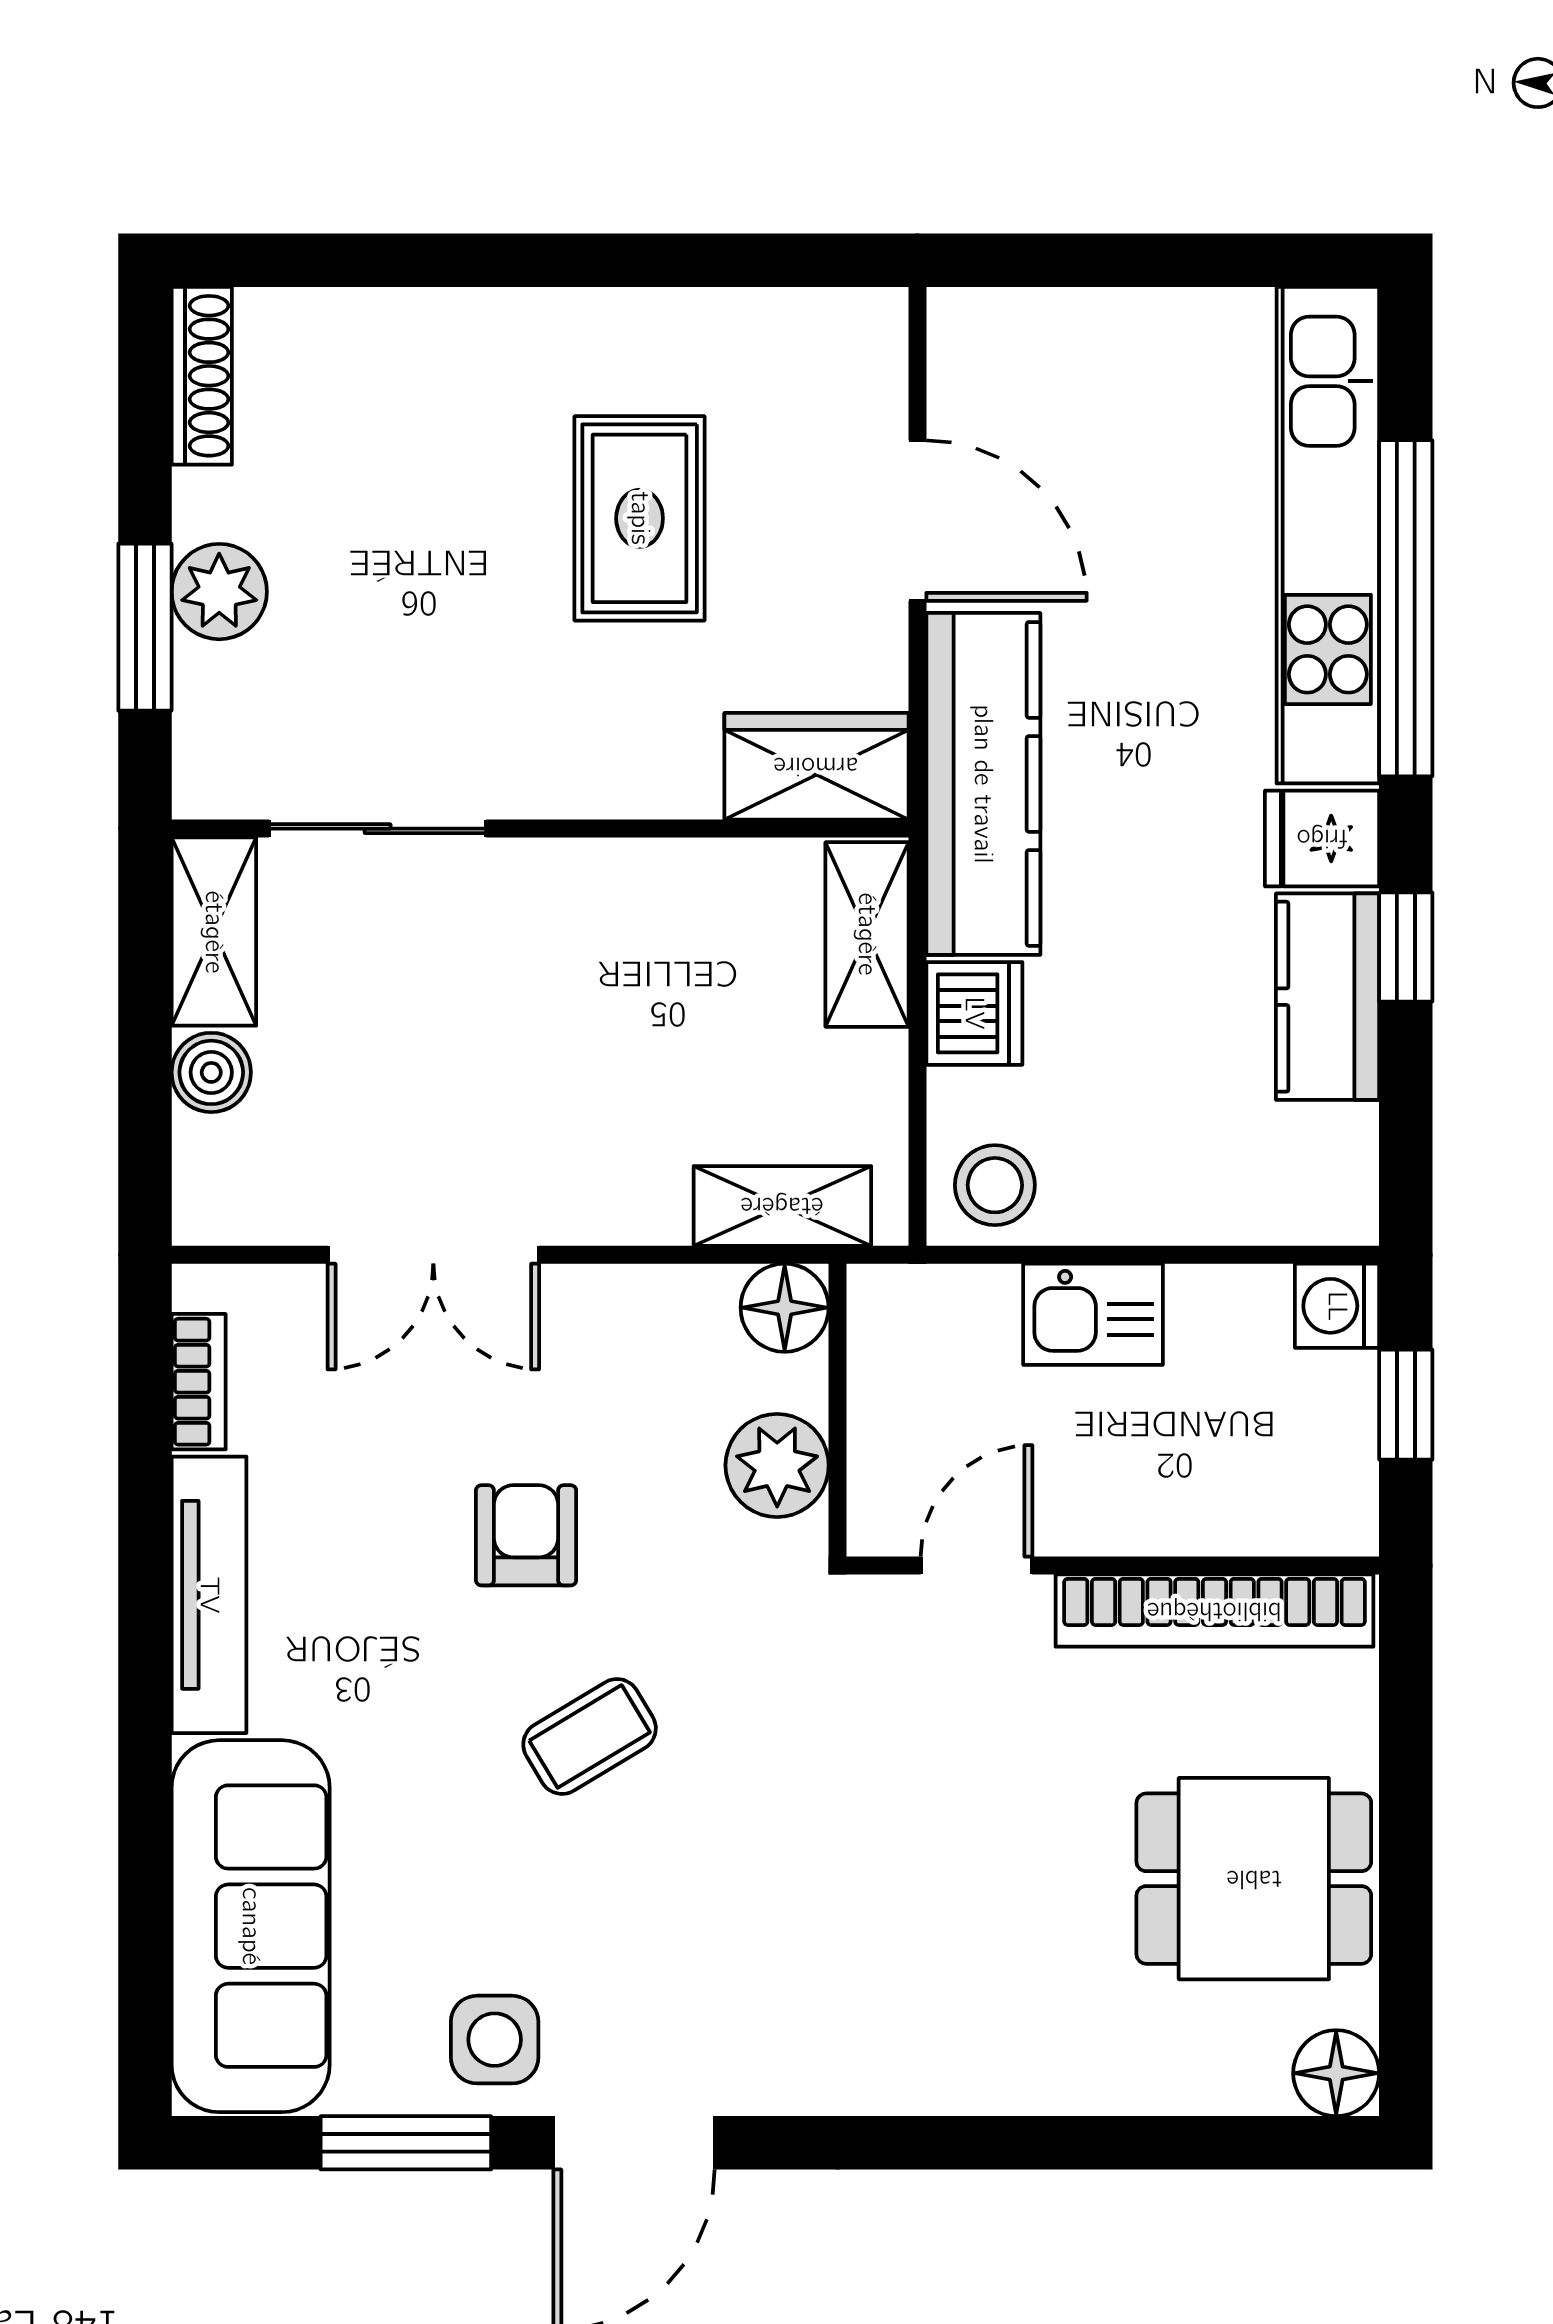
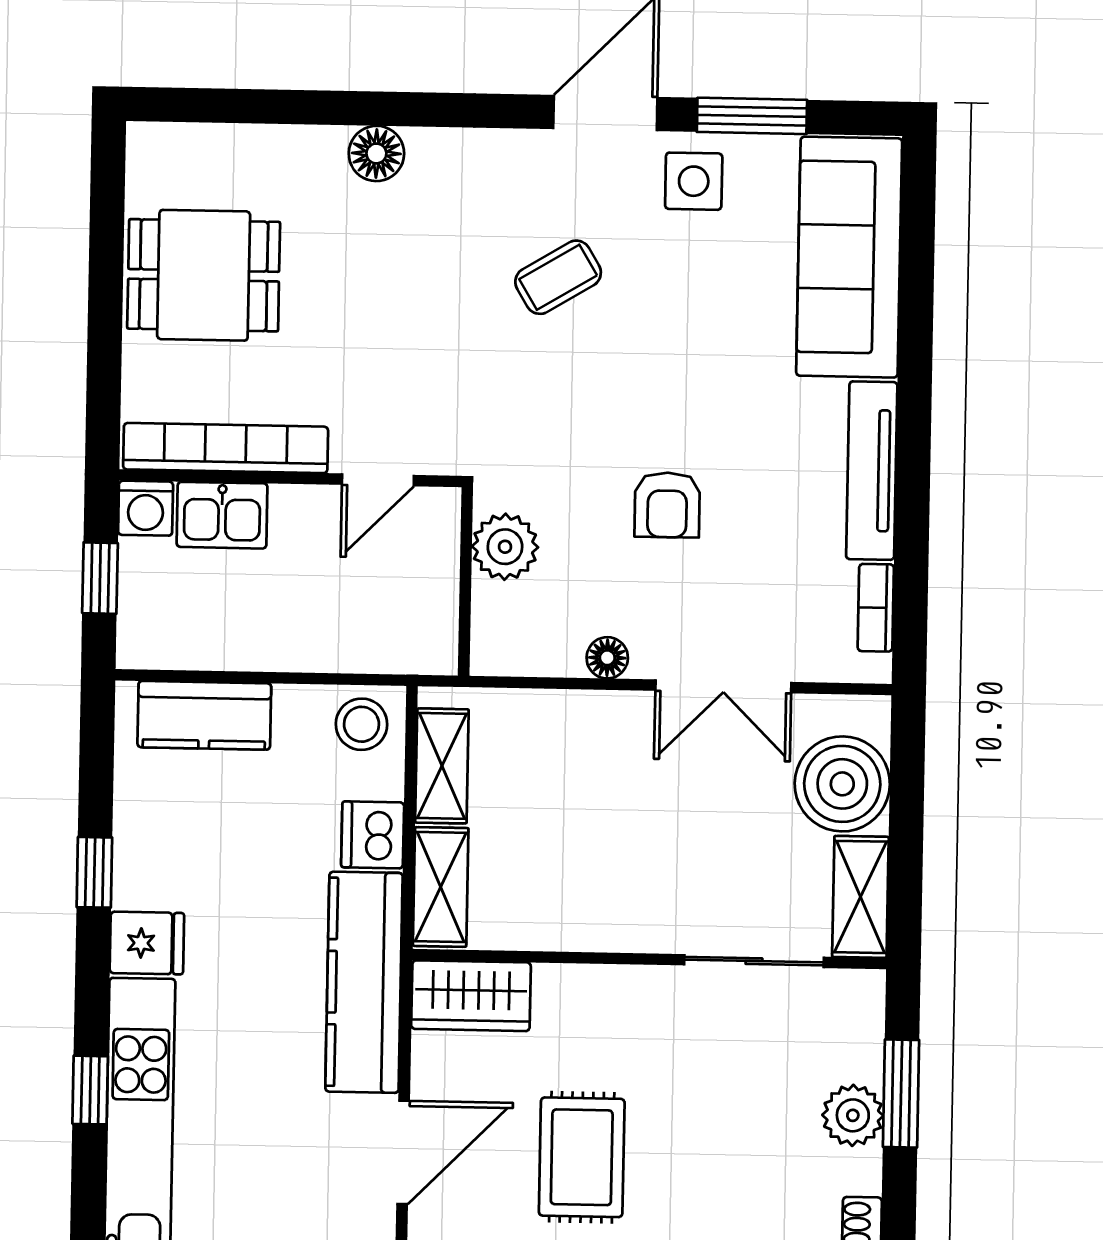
door: (917, 521) -> (403, 1152), swing flipped
window: (1406, 608) -> (90, 1090), width x0.32
kitchen counter: (1328, 997) -> (204, 715), moved, turned 90
boiler: (211, 1072) -> (842, 784), width x1.86, depth x1.86
shelving: (782, 1206) -> (442, 766), moved, turned 90
double door: (433, 1255) -> (723, 686), swing flipped
washing machine: (1337, 1306) -> (146, 508), moved, turned 90
floor lamp: (785, 1308) -> (607, 658), moved, width x0.73, depth x0.73
kitchen sink: (1093, 1314) -> (222, 515), moved, turned 180
coffee table: (590, 1736) -> (558, 277), moved
floor lamp: (1336, 2073) -> (376, 153), moved

